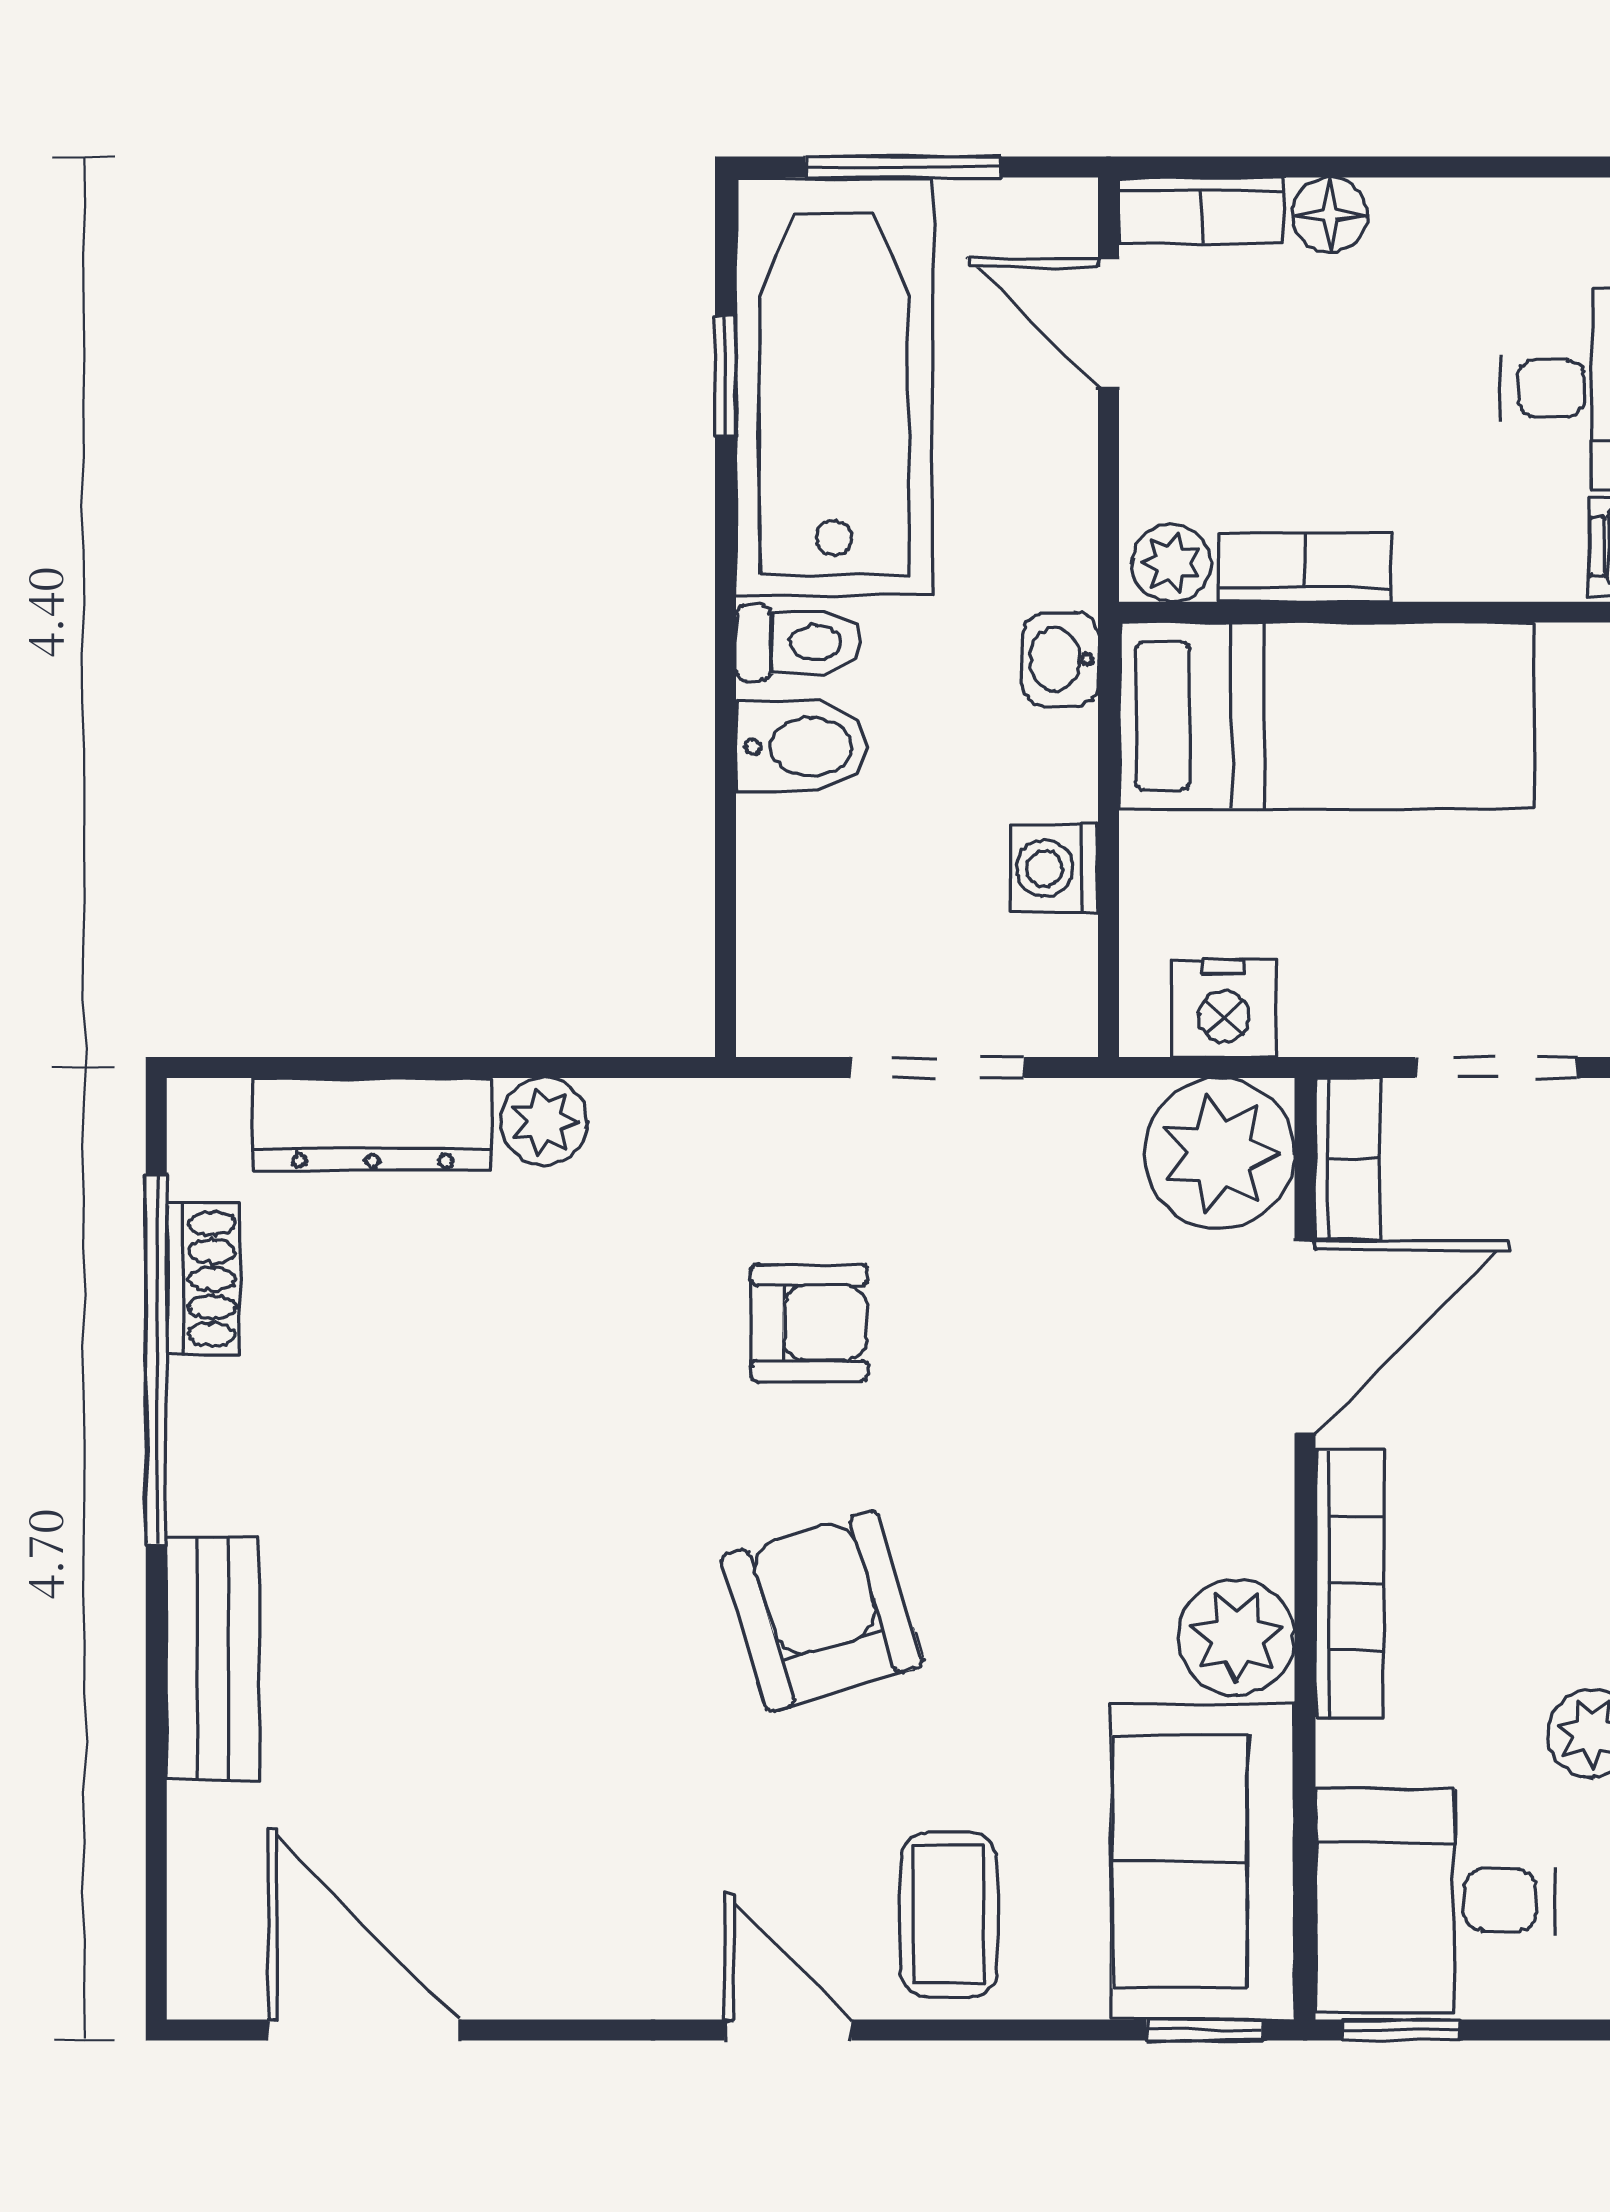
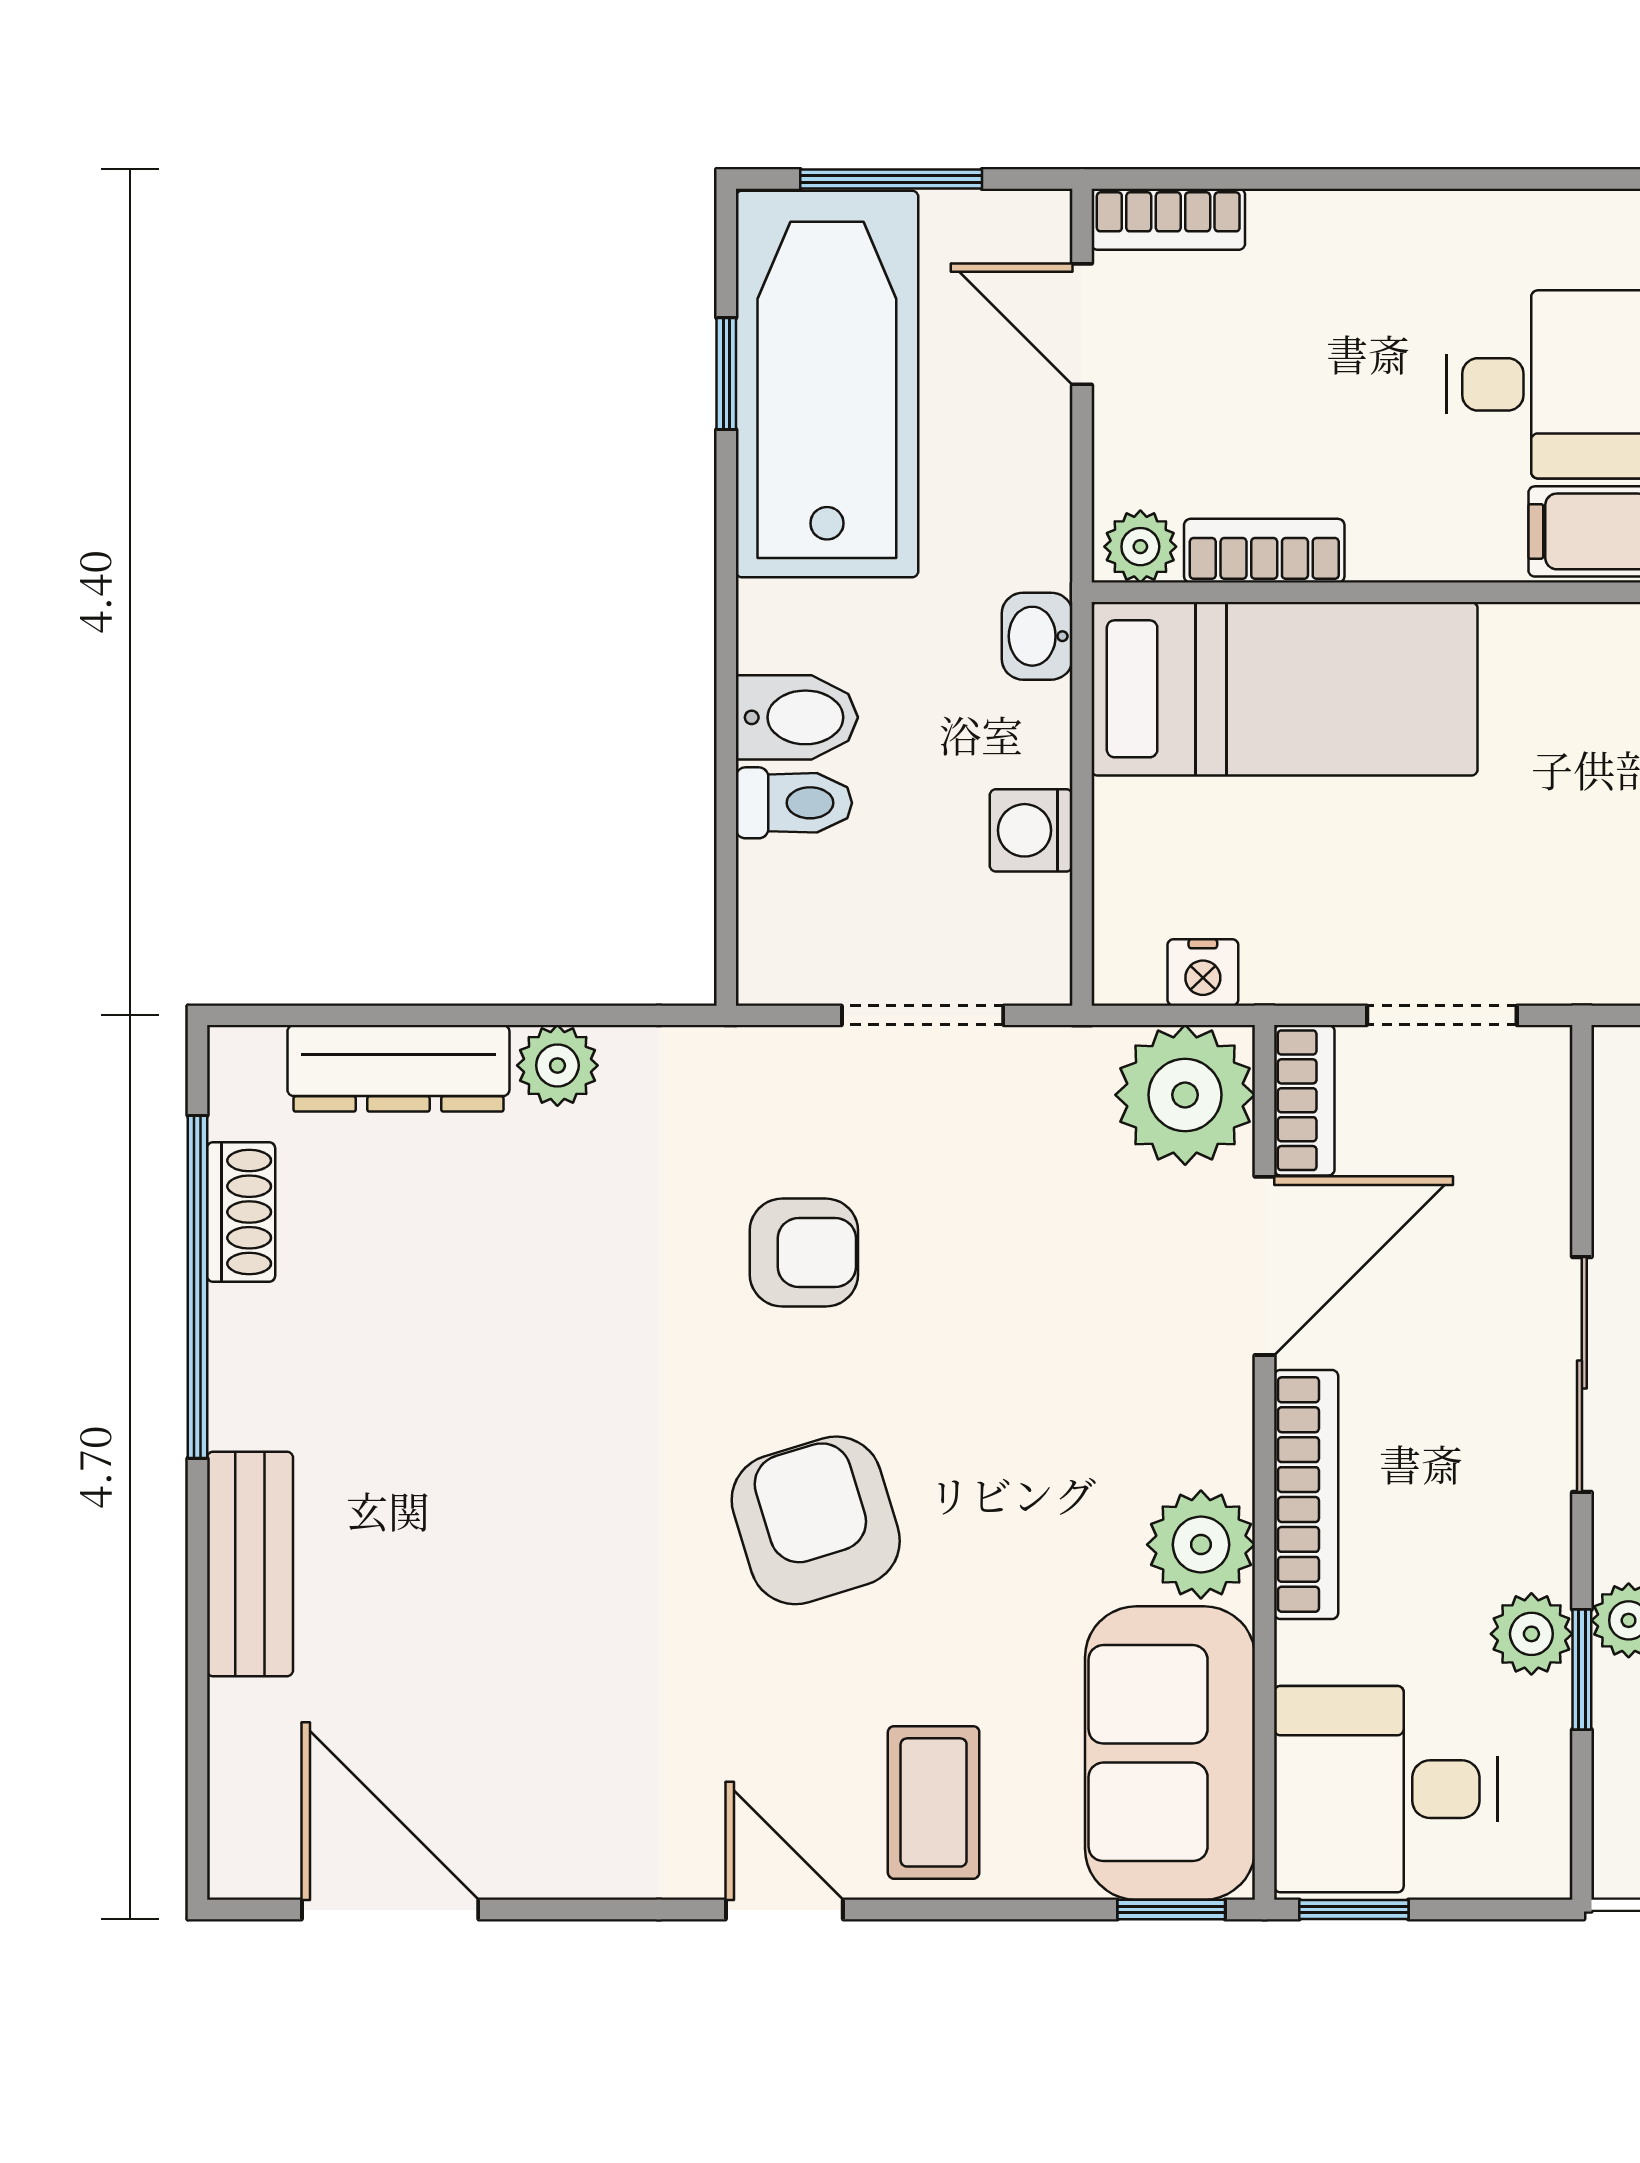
floor lamp: (1330, 215) -> (1287, 223), removed
toilet: (798, 643) -> (794, 803), moved
nightstand: (1224, 1009) -> (1203, 972), width x0.72, depth x0.74

